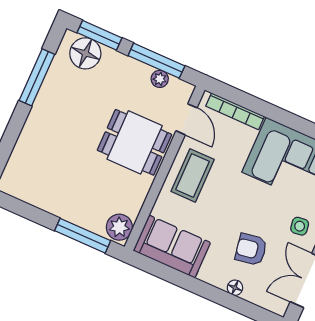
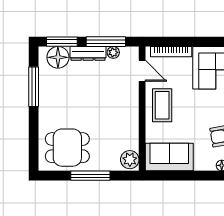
dresser: (127, 66) -> (88, 53), added
dining table: (135, 142) -> (67, 148), moved
window: (83, 236) -> (90, 176), moved

